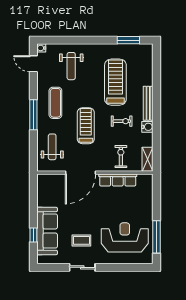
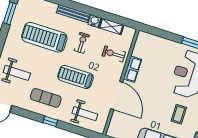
window: (33, 115) -> (50, 121), width x0.46
weight bench: (52, 147) -> (85, 114), turned 180
shelving: (147, 159) -> (111, 26), moved
row of seats: (118, 180) -> (132, 69), width x0.68

